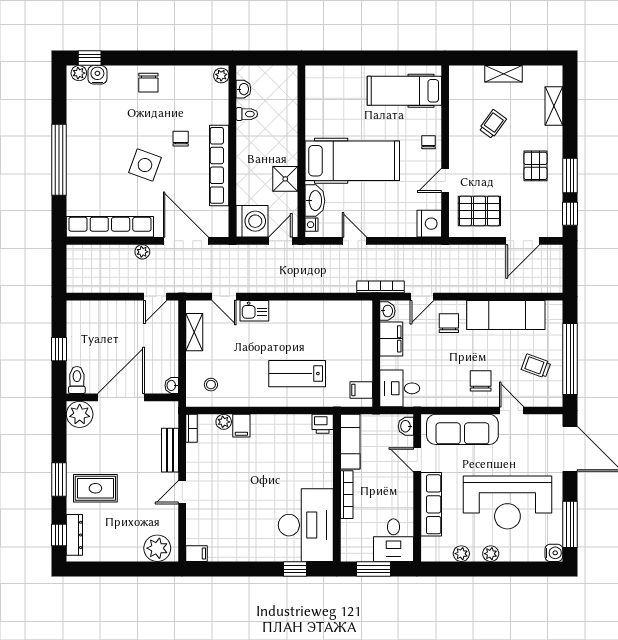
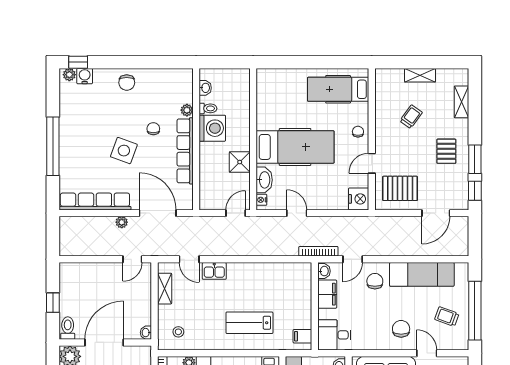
plant: (221, 76) -> (187, 110), moved
washing machine: (252, 221) -> (212, 128), moved

